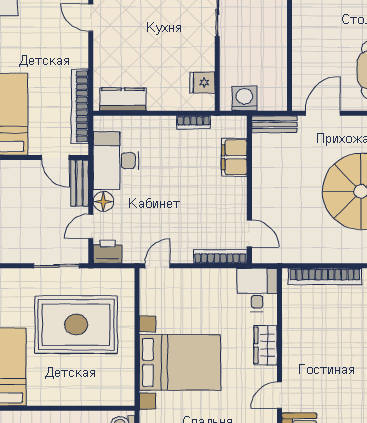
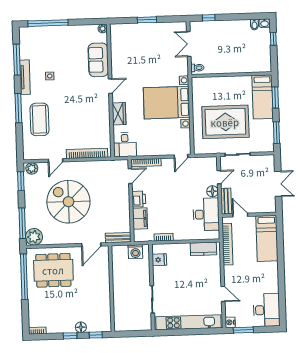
door: (249, 234) -> (130, 176), swing flipped
printer: (108, 252) -> (139, 199), moved, turned -90

